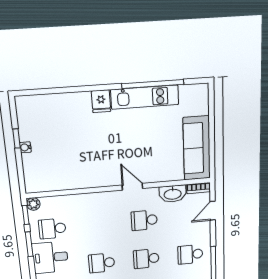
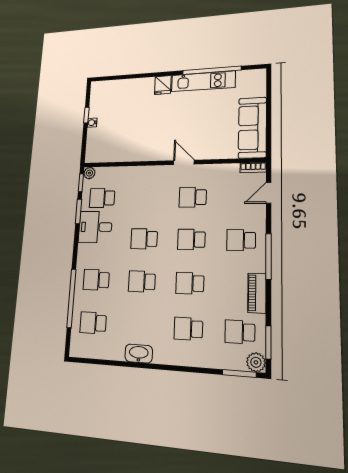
washbasin: (173, 194) -> (225, 172), removed

